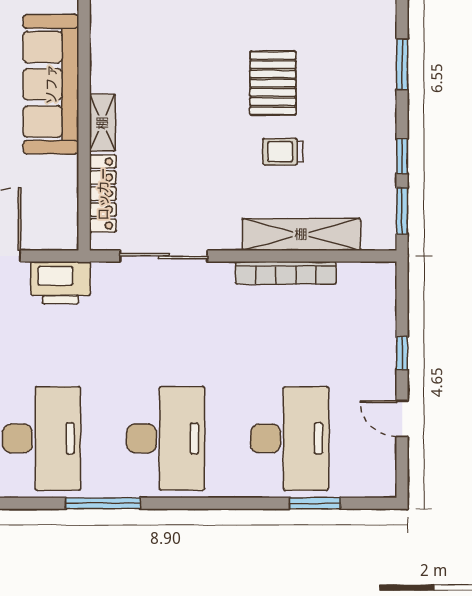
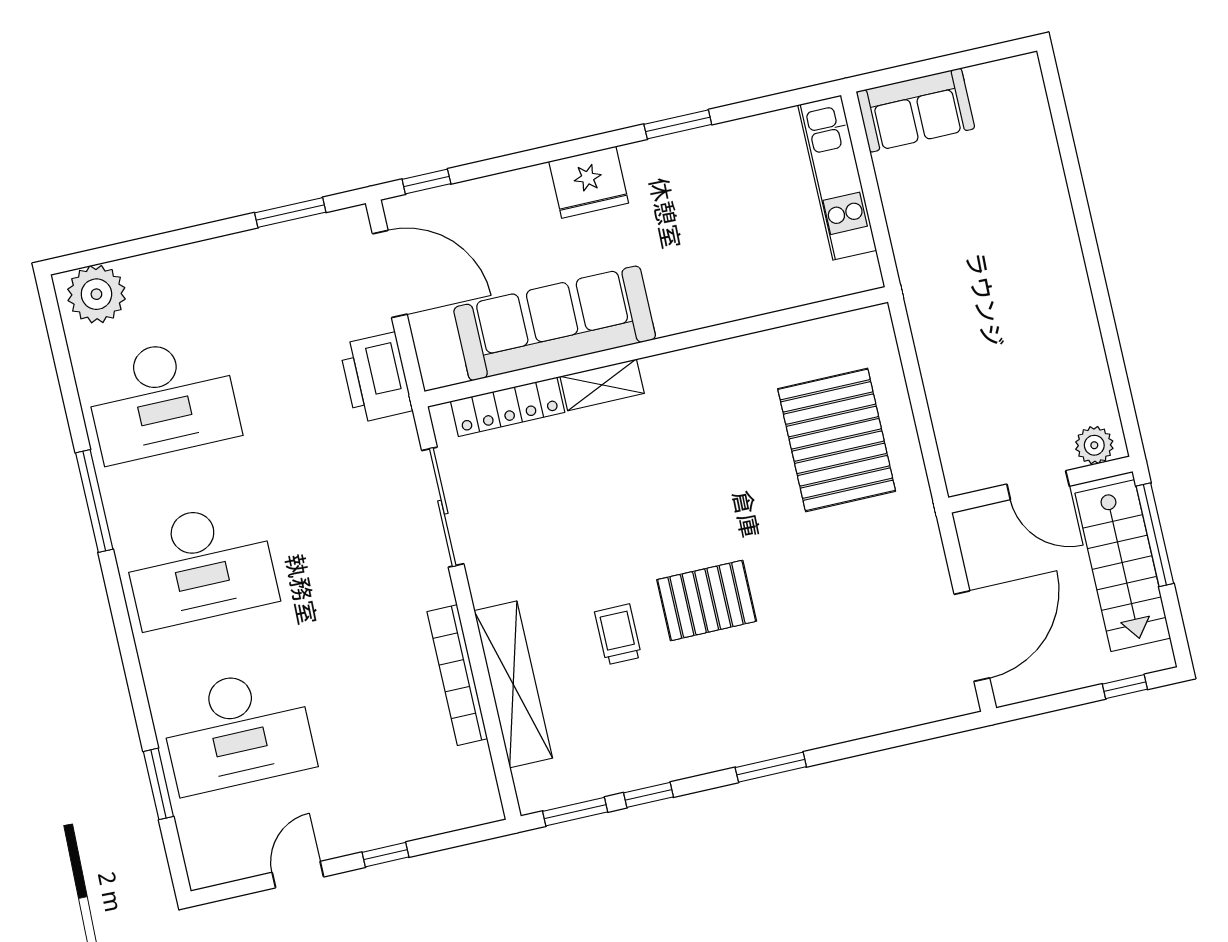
sofa: (51, 84) -> (555, 323), moved

